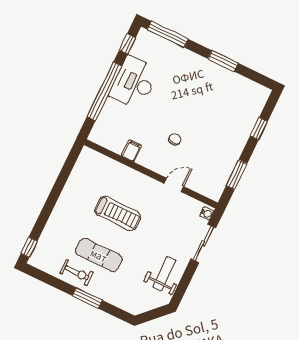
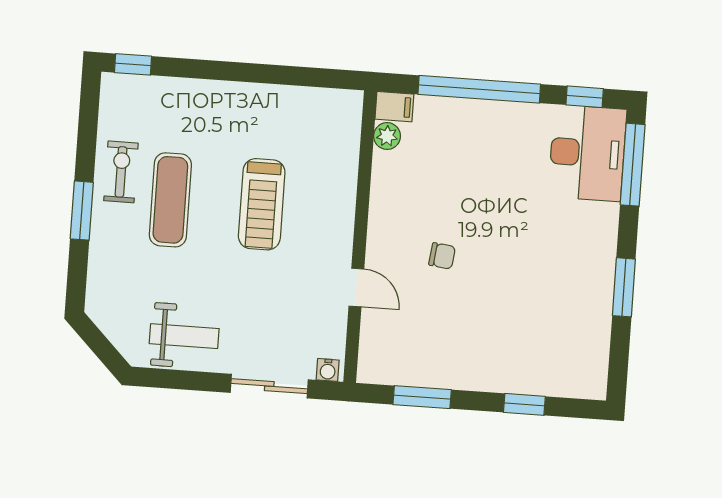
desk: (134, 83) -> (587, 153), moved, turned 90
plant: (109, 143) -> (387, 136), added
filing cabinet: (131, 151) -> (394, 107), moved
exercise bike: (77, 273) -> (121, 172), turned 180

